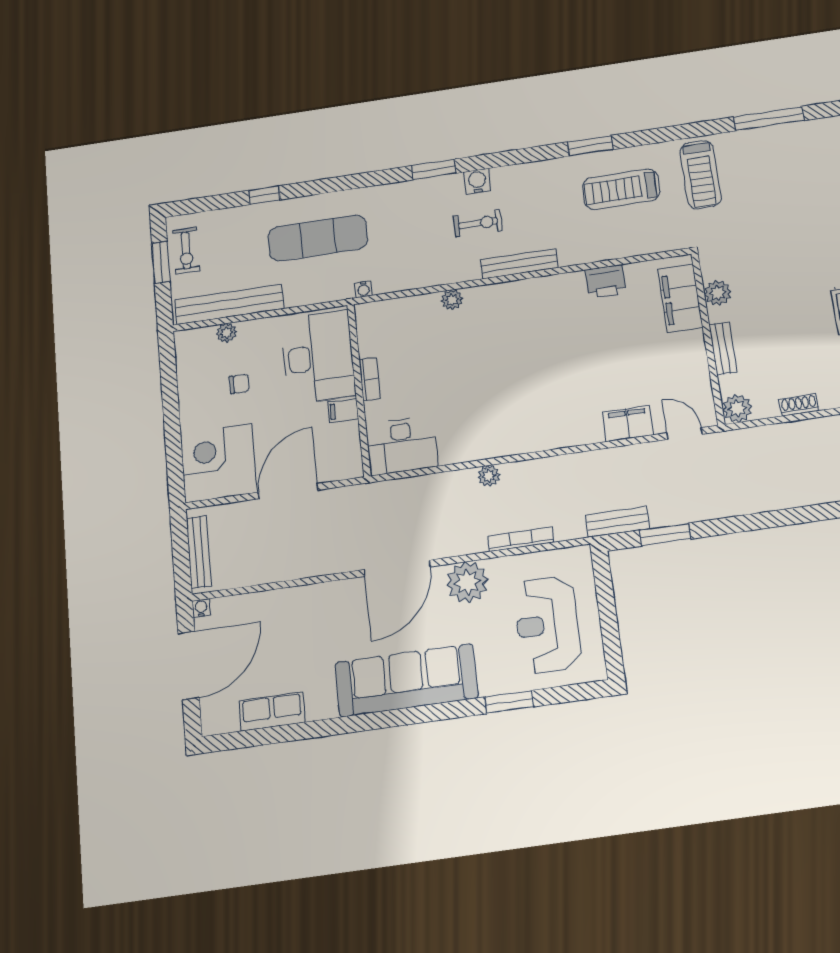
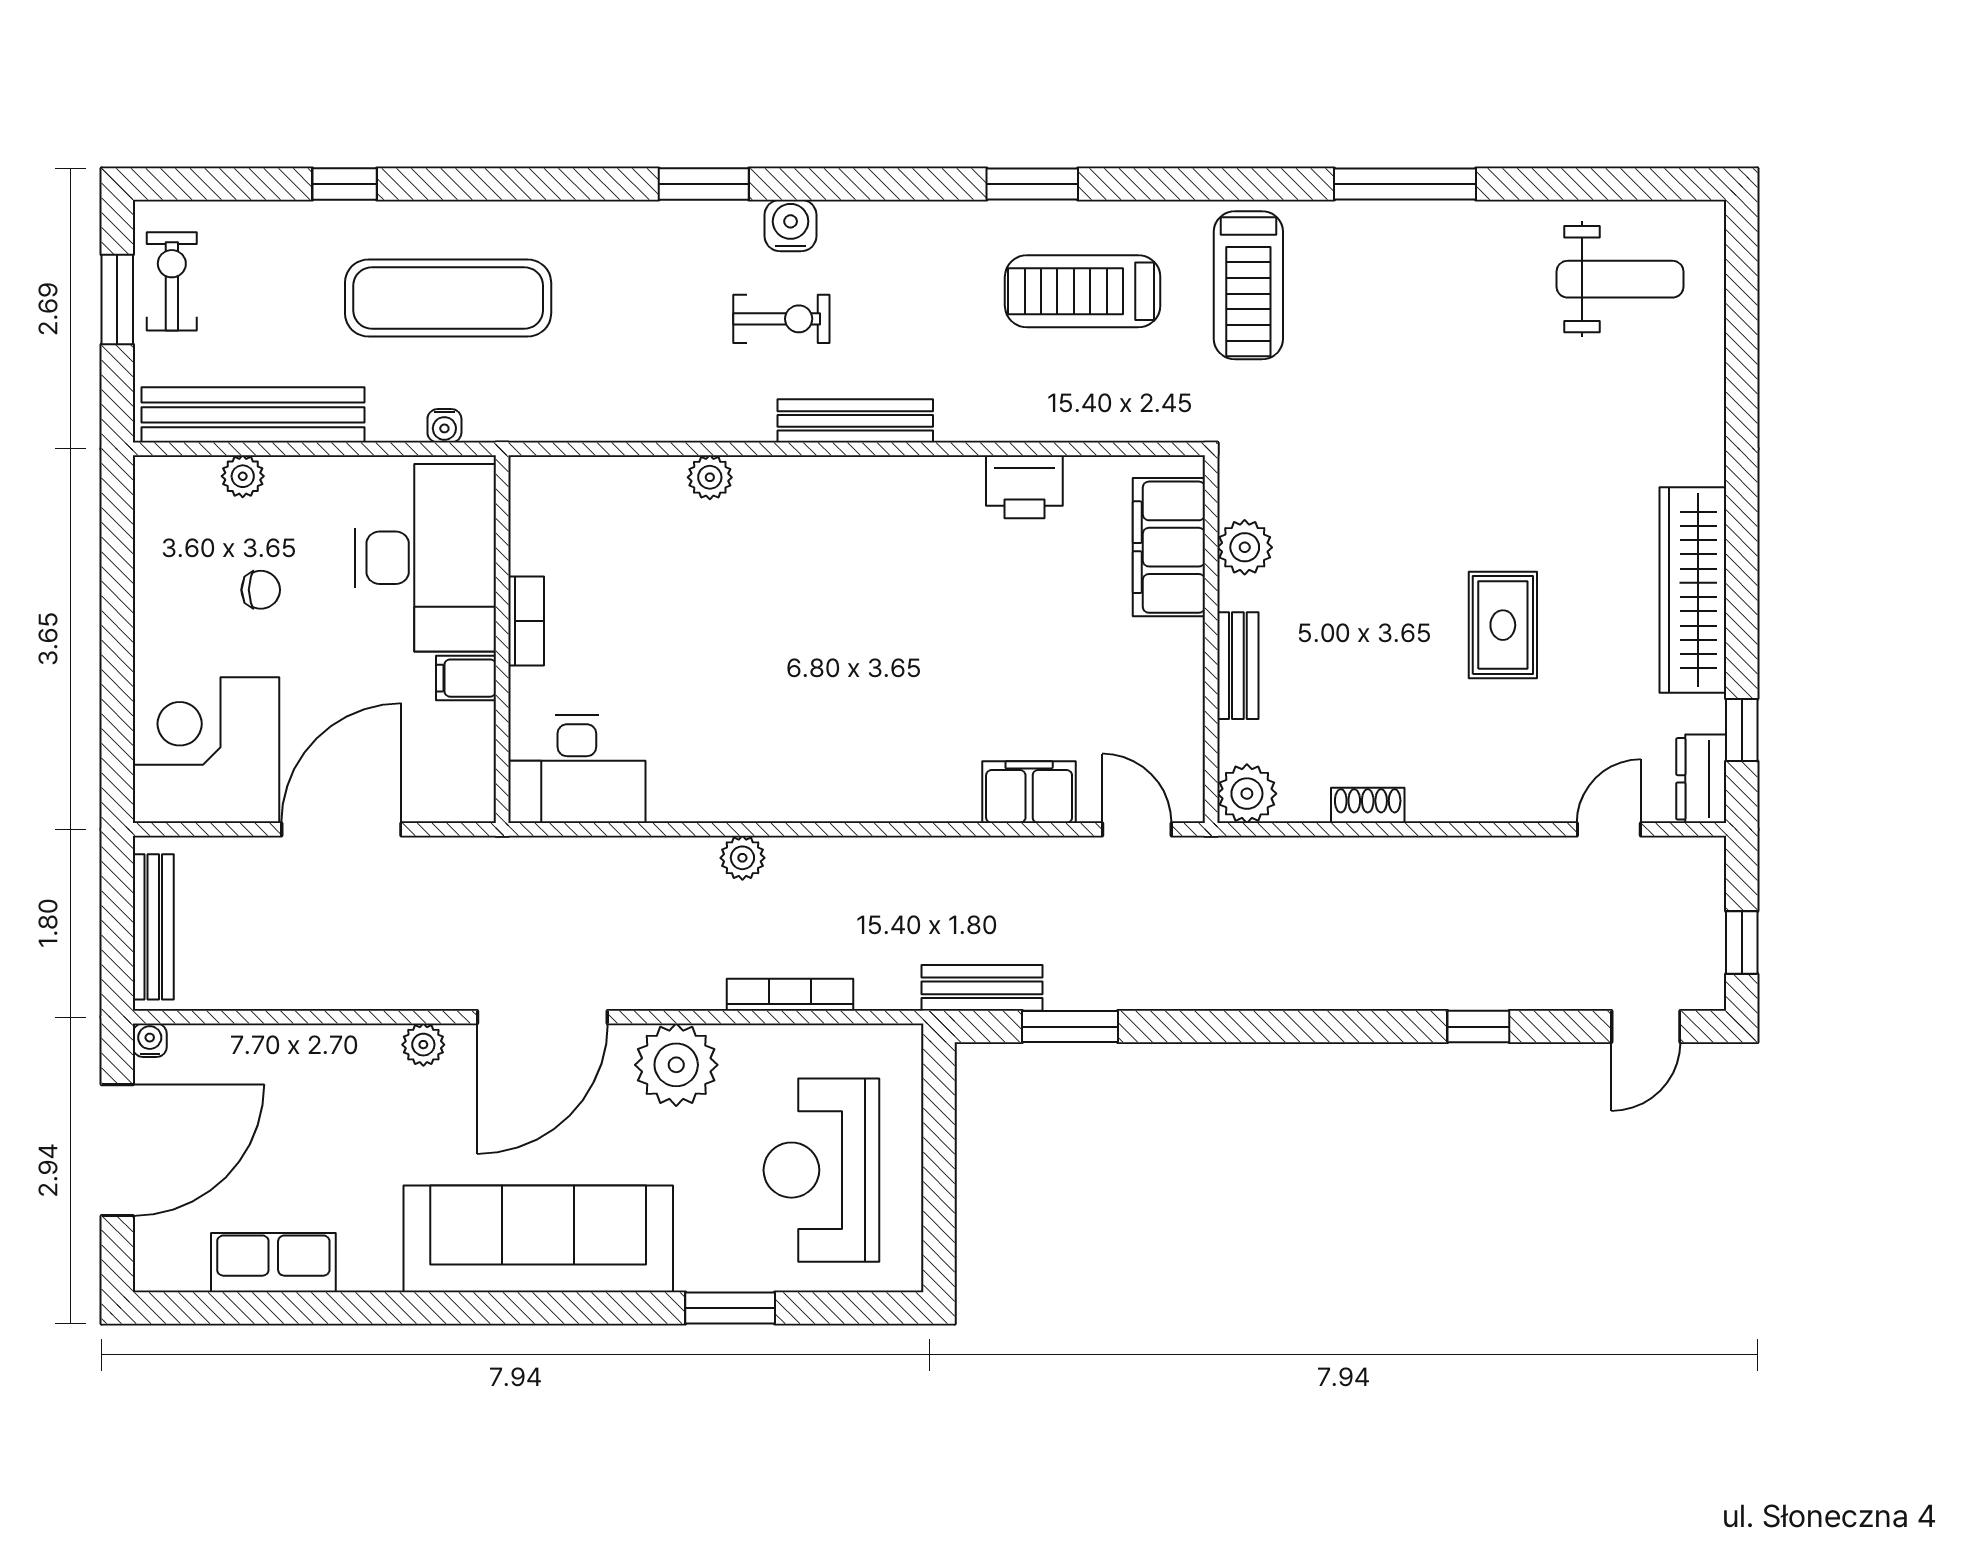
exercise bike: (186, 250) -> (172, 281), turned 180
water cooler: (363, 289) -> (444, 426), moved
plant: (339, 590) -> (423, 1045), added

